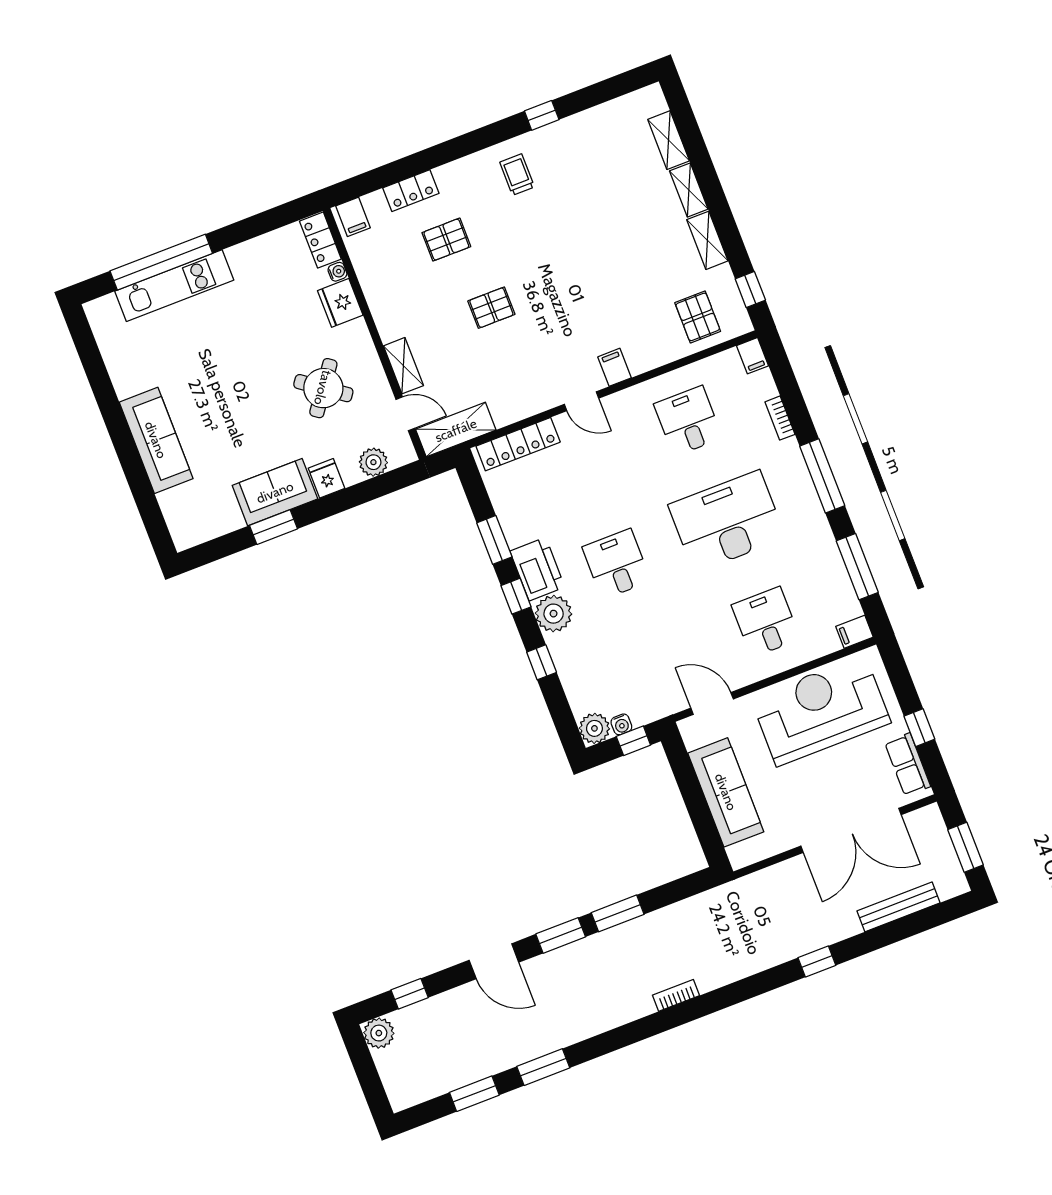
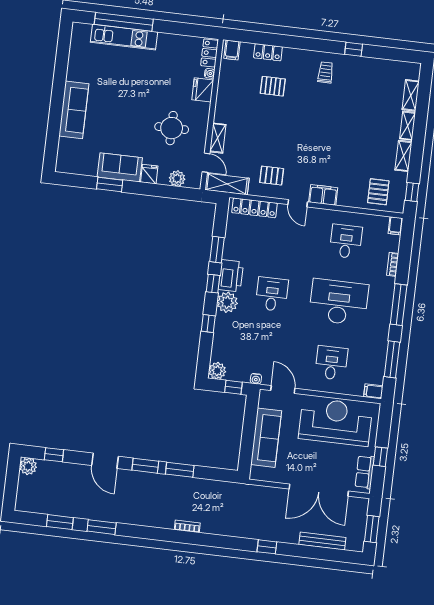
pallet: (491, 308) -> (272, 176), moved
filing cabinet: (615, 367) -> (323, 195), width x2.00
round table: (323, 388) -> (172, 128), turned -36
water cooler: (621, 724) -> (256, 379), moved

